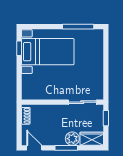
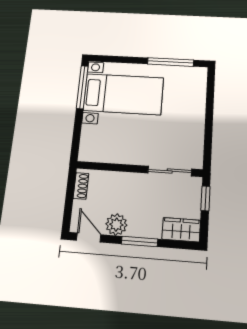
window: (19, 48) -> (82, 87), width x2.17
plant: (72, 139) -> (116, 225), moved

